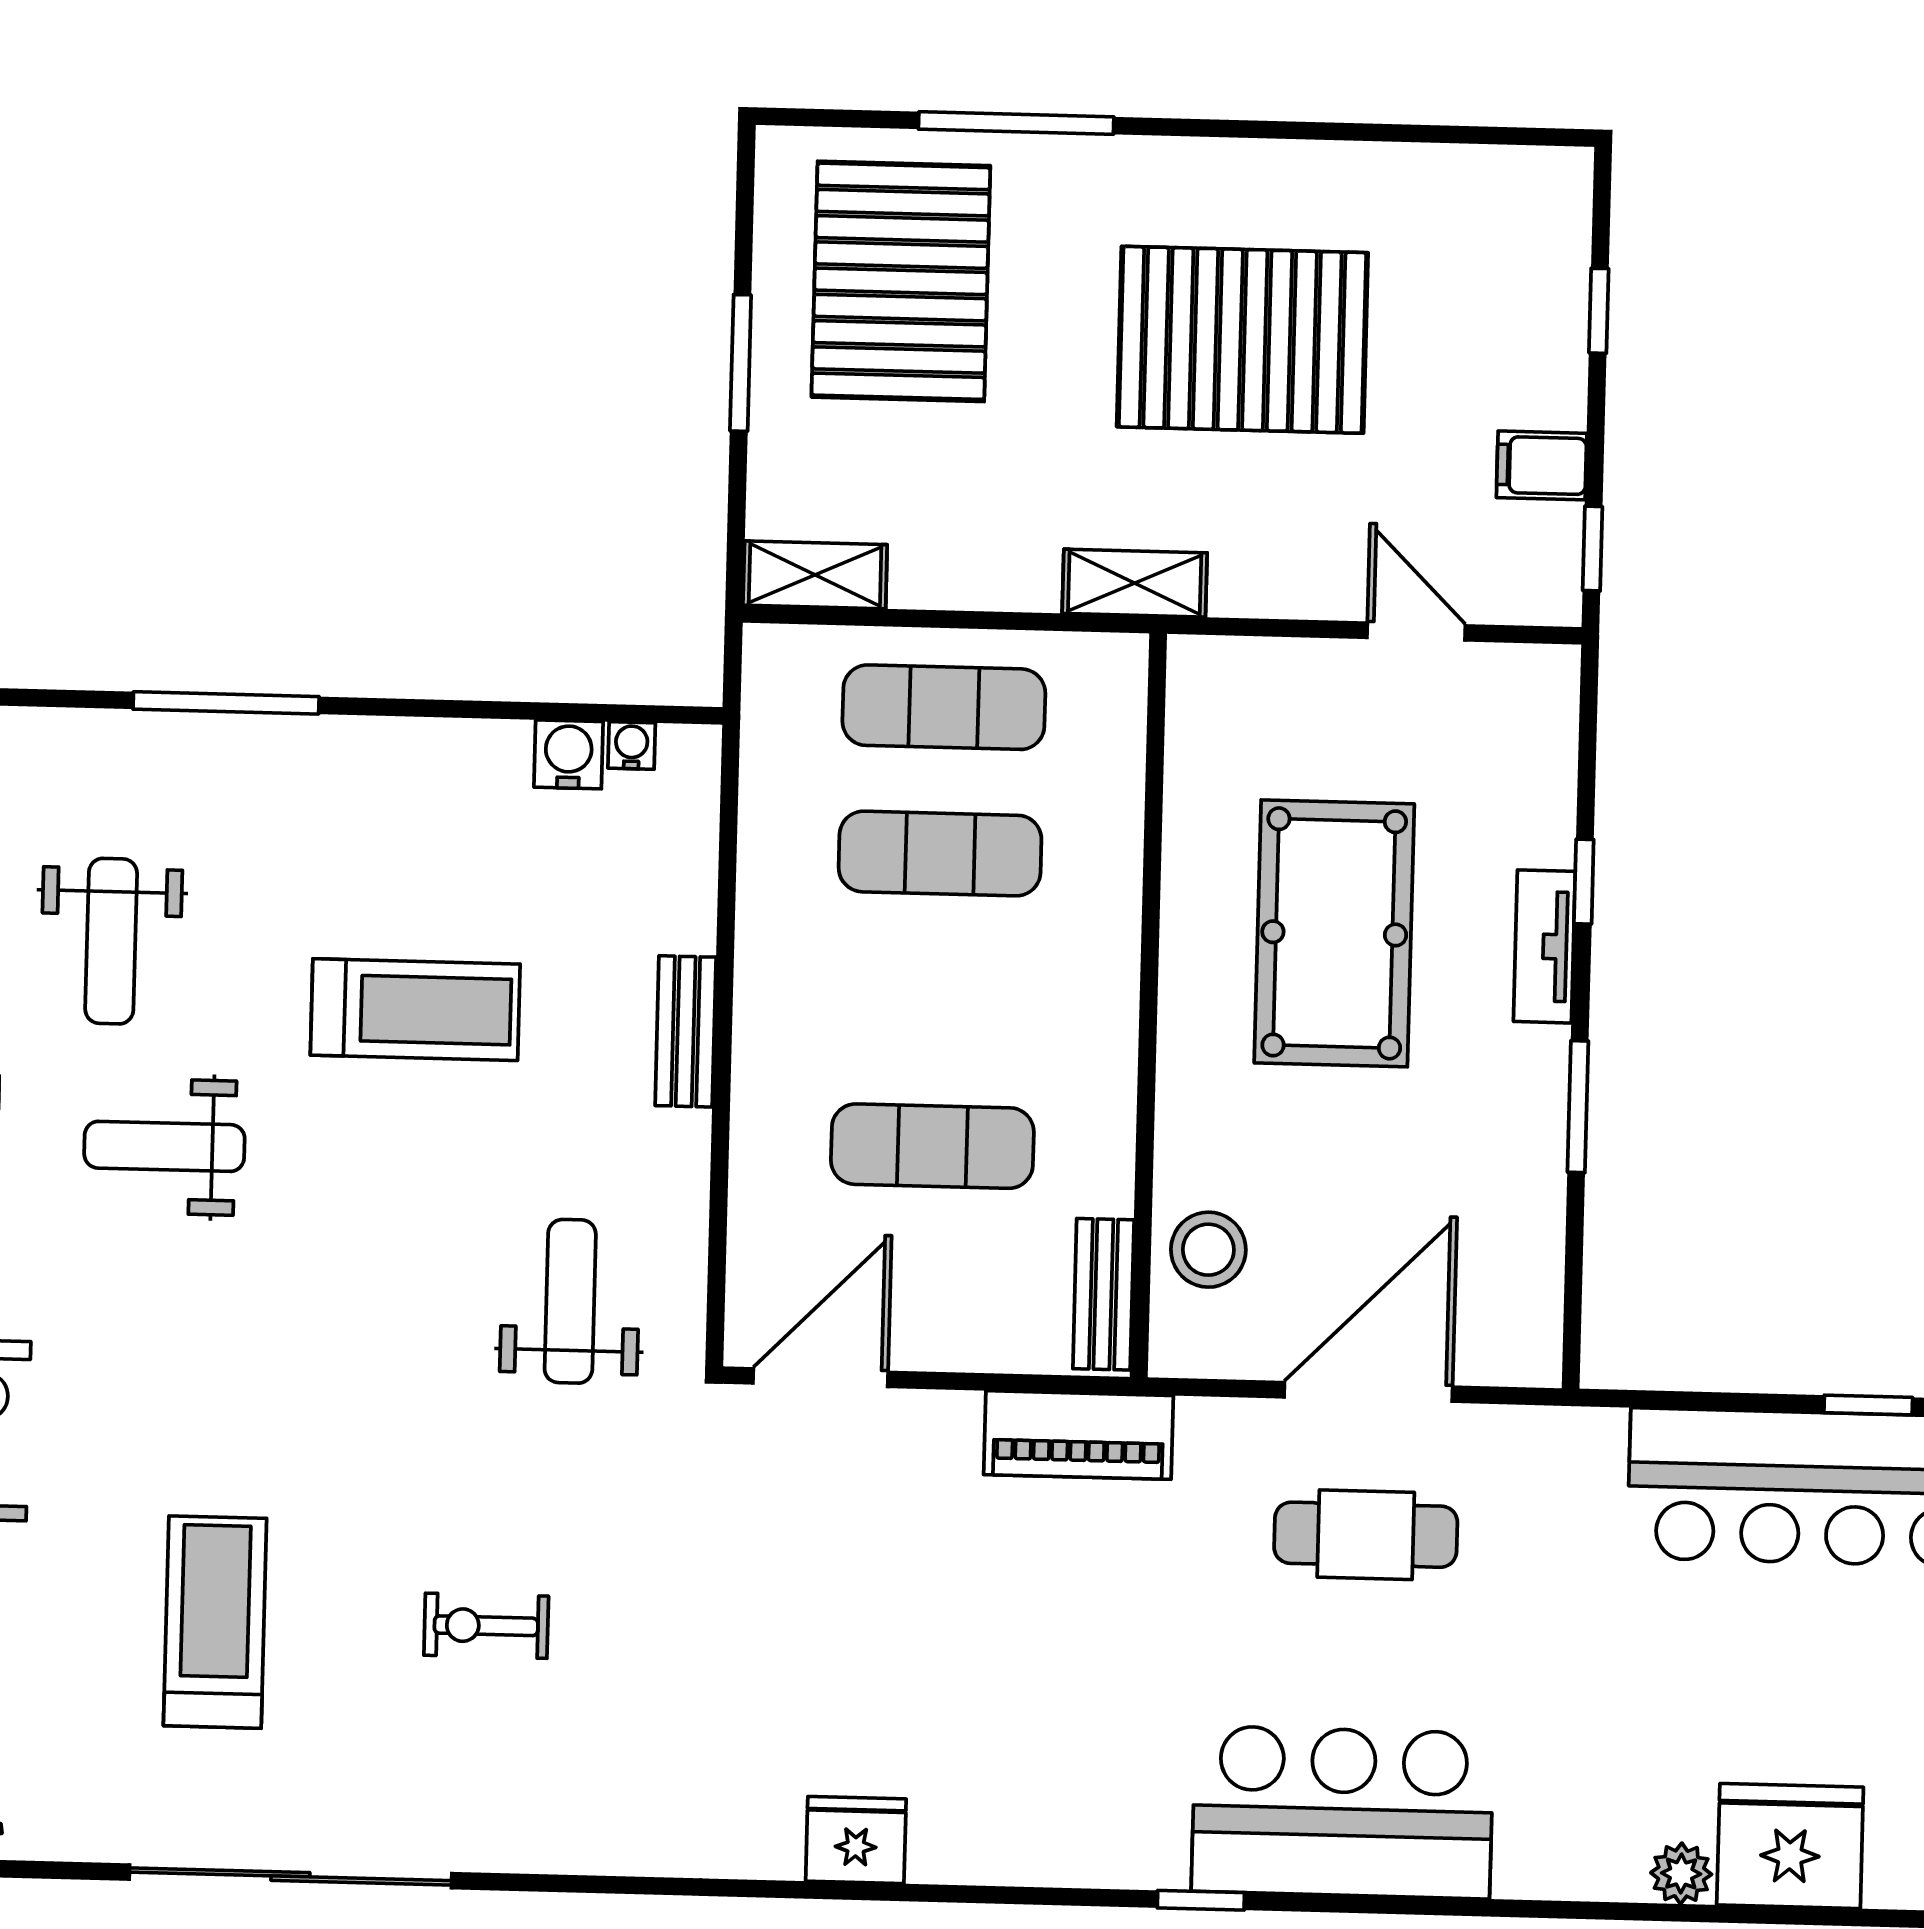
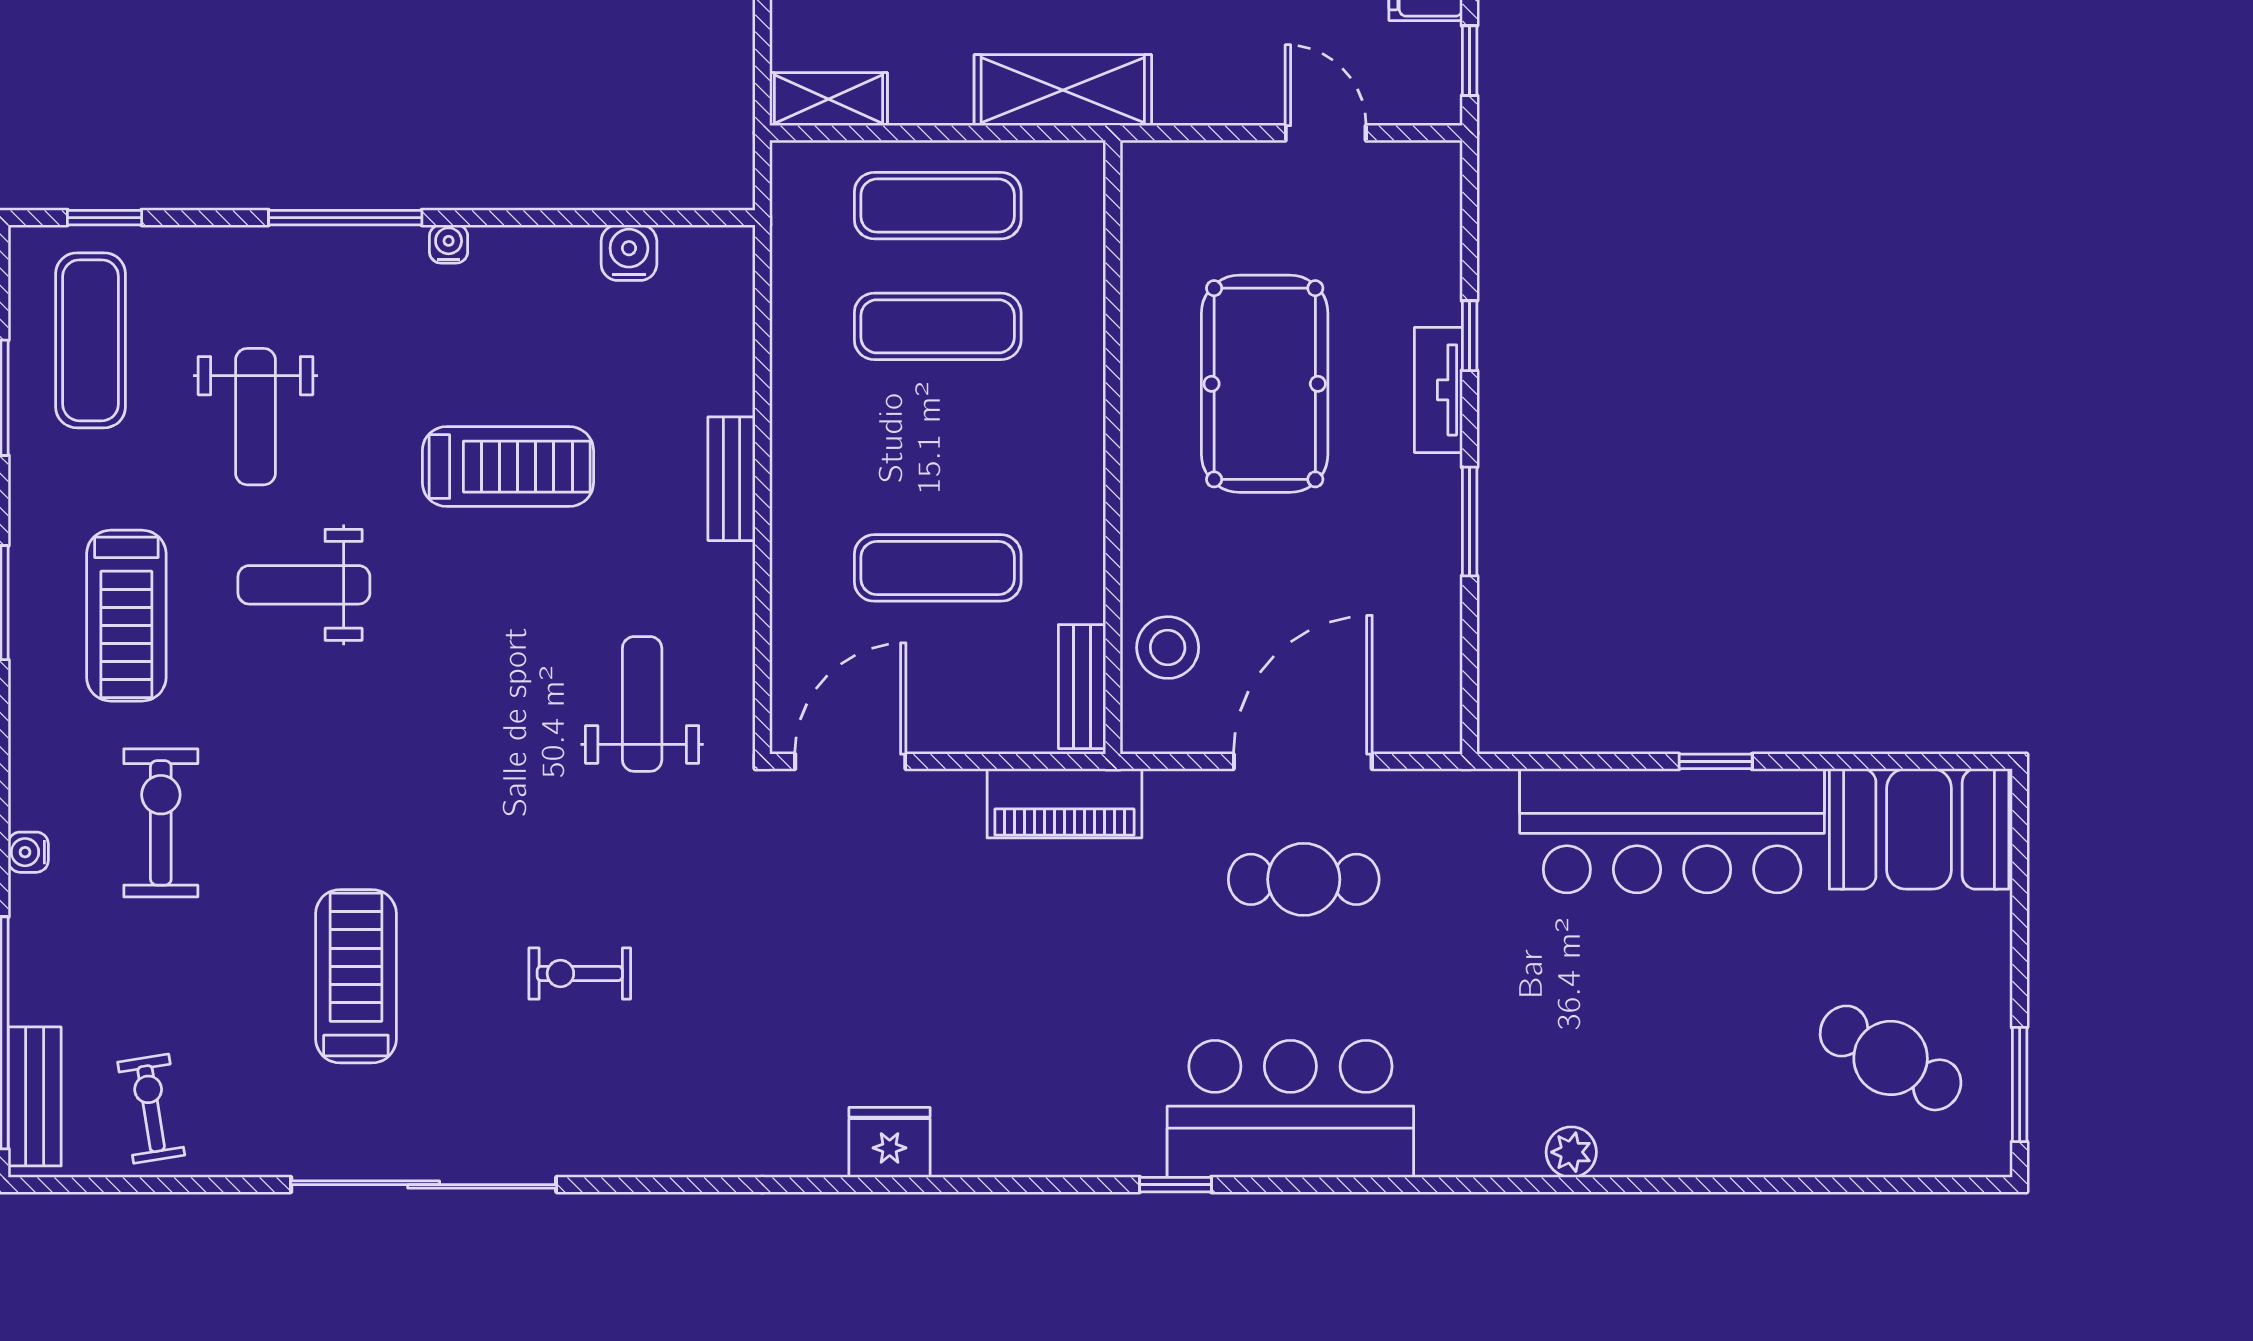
shelving: (1135, 583) -> (1063, 90), width x1.50, depth x1.33
water cooler: (632, 746) -> (449, 244), moved
fridge: (1790, 1846) -> (1661, 1127), removed

